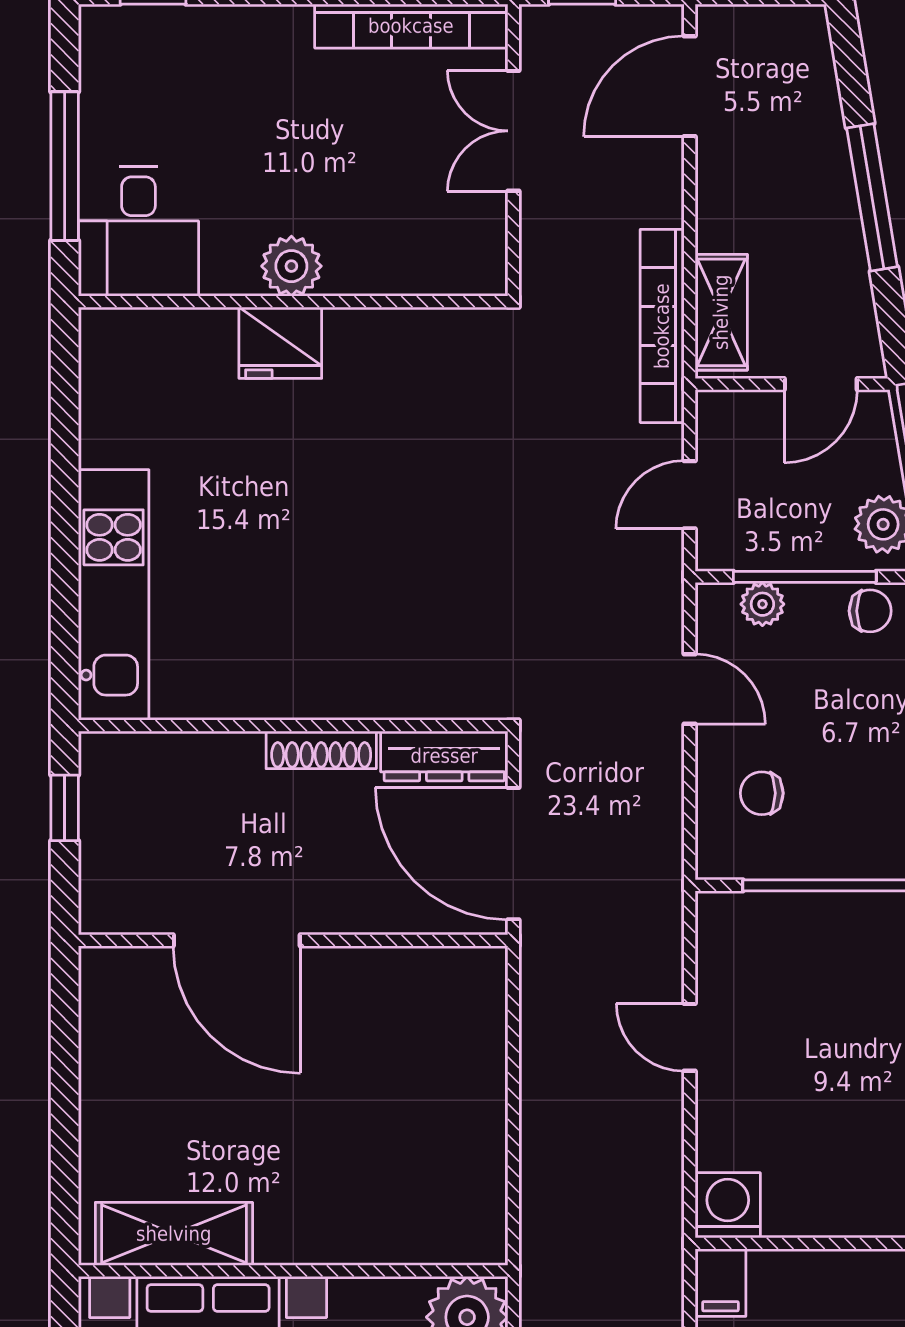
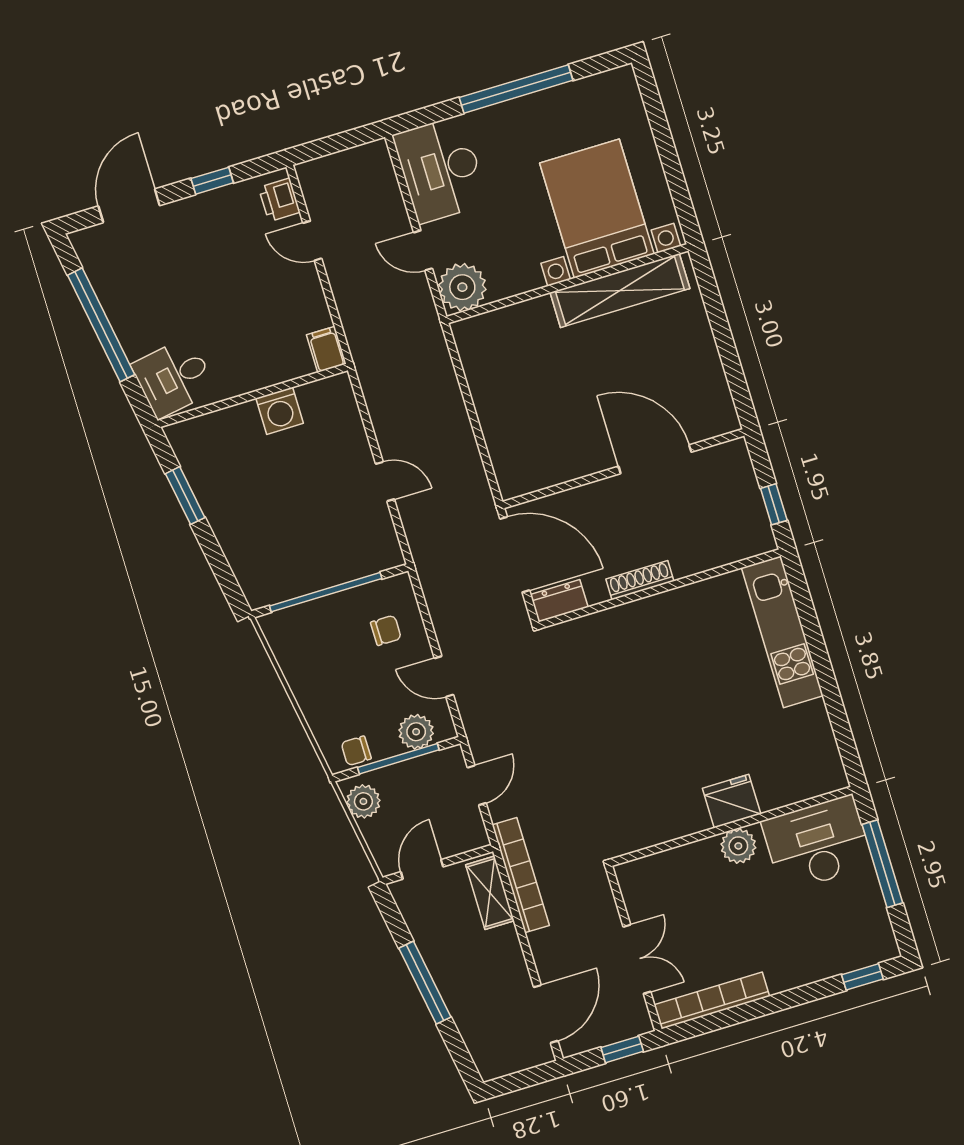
desk: (138, 231) -> (817, 843), width x1.37
plant: (762, 604) -> (416, 732), width x1.38, depth x1.38
dresser: (444, 756) -> (559, 601), width x0.70
washing machine: (728, 1205) -> (280, 411), moved
shelving: (174, 1234) -> (620, 290), width x1.47

